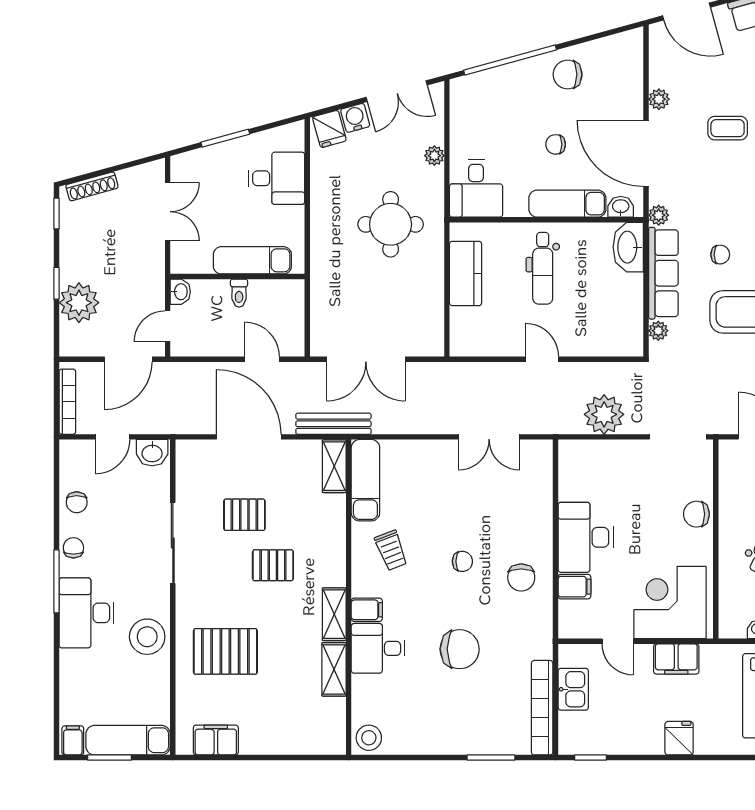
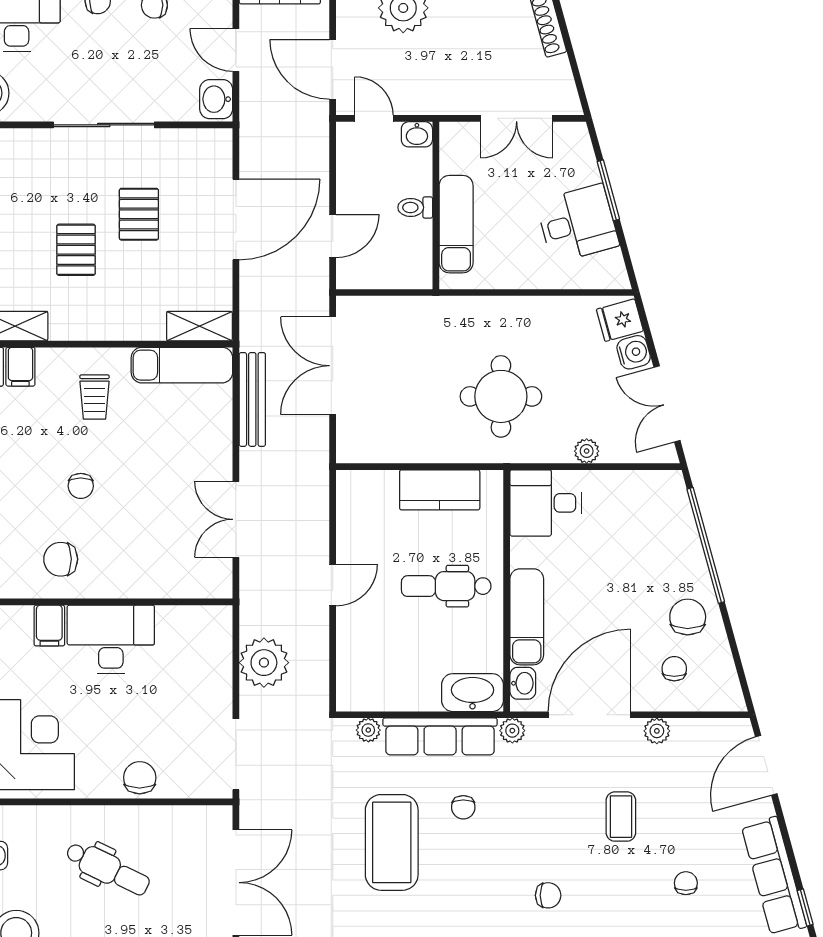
chair: (556, 144) -> (674, 669), moved
desk: (276, 178) -> (578, 223), moved, turned -105
bench: (333, 424) -> (252, 399), moved
trolley: (391, 550) -> (95, 397), turned -69

